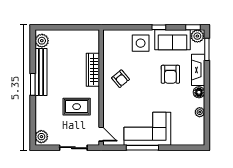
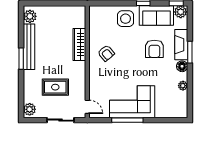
window: (207, 49) -> (190, 52), moved
rug: (77, 107) -> (55, 87), moved

